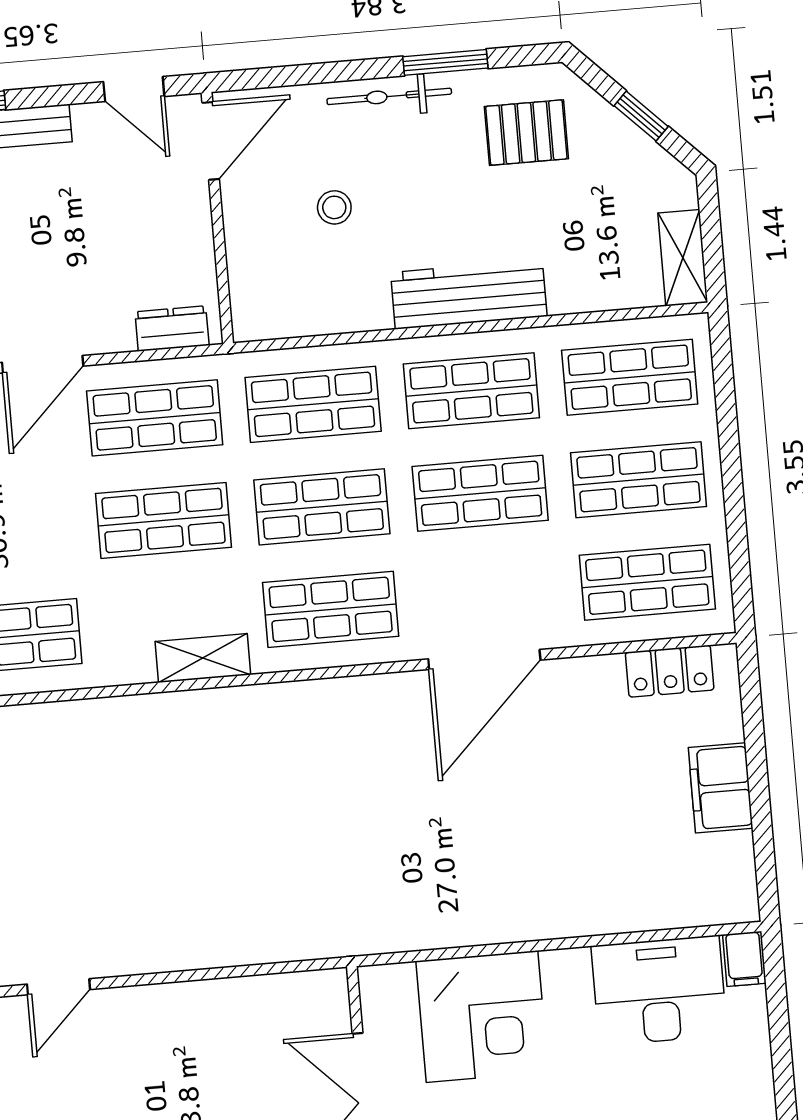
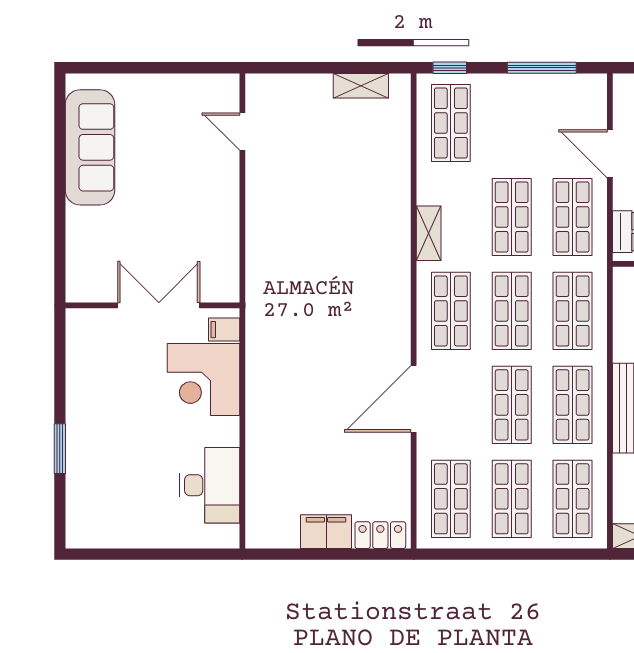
door: (484, 659) -> (414, 399), hinge flipped
locker: (670, 671) -> (380, 535), moved, turned 90
filing cabinet: (744, 959) -> (224, 330), moved

